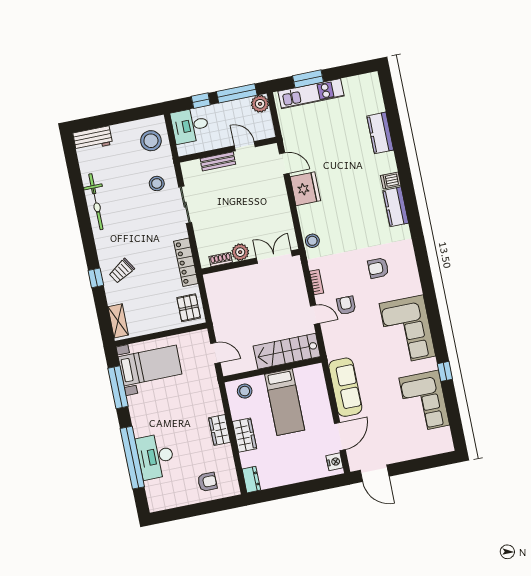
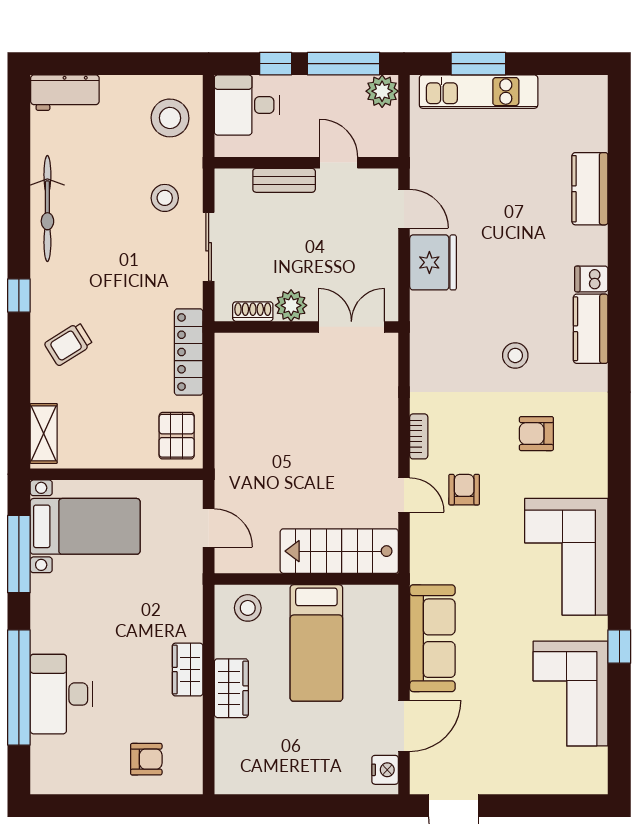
stool: (312, 241) -> (515, 355), moved
plant: (240, 252) -> (291, 305), moved
double door: (274, 257) -> (351, 327), moved
shoe rack: (221, 259) -> (253, 312), moved
wall: (251, 262) -> (306, 327), moved
window: (96, 278) -> (19, 295), moved
dresser: (251, 480) -> (227, 771), removed

